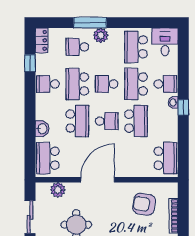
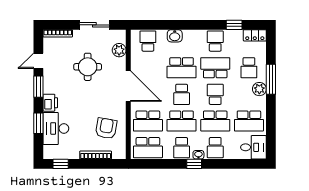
school desk: (77, 47) -> (249, 68), turned 180
school desk: (136, 47) -> (249, 121), turned 180
school desk: (136, 84) -> (215, 121), turned 180
school desk: (165, 121) -> (182, 148), added
school desk: (48, 158) -> (148, 41), width x0.54
school desk: (136, 158) -> (148, 121), added

